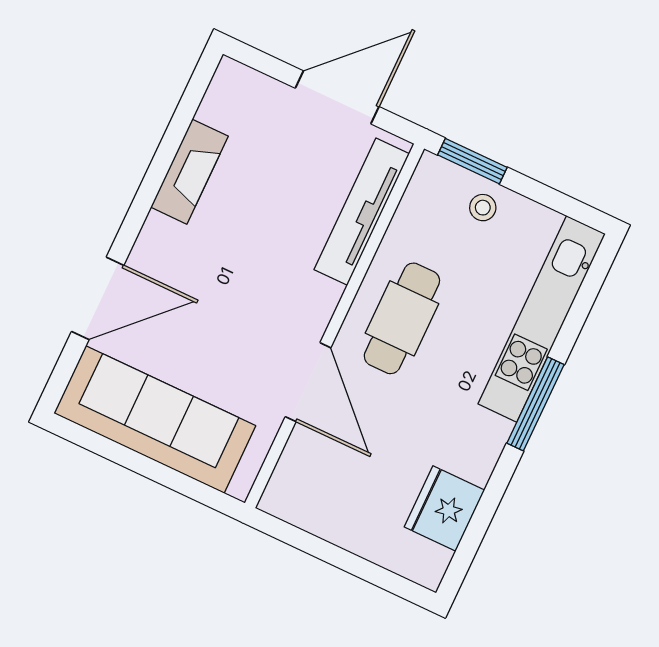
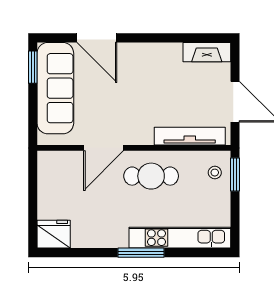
fireplace: (190, 172) -> (207, 52), moved
stool: (483, 208) -> (215, 173), moved
window: (96, 443) -> (33, 67), added
fridge: (445, 508) -> (54, 234), moved

